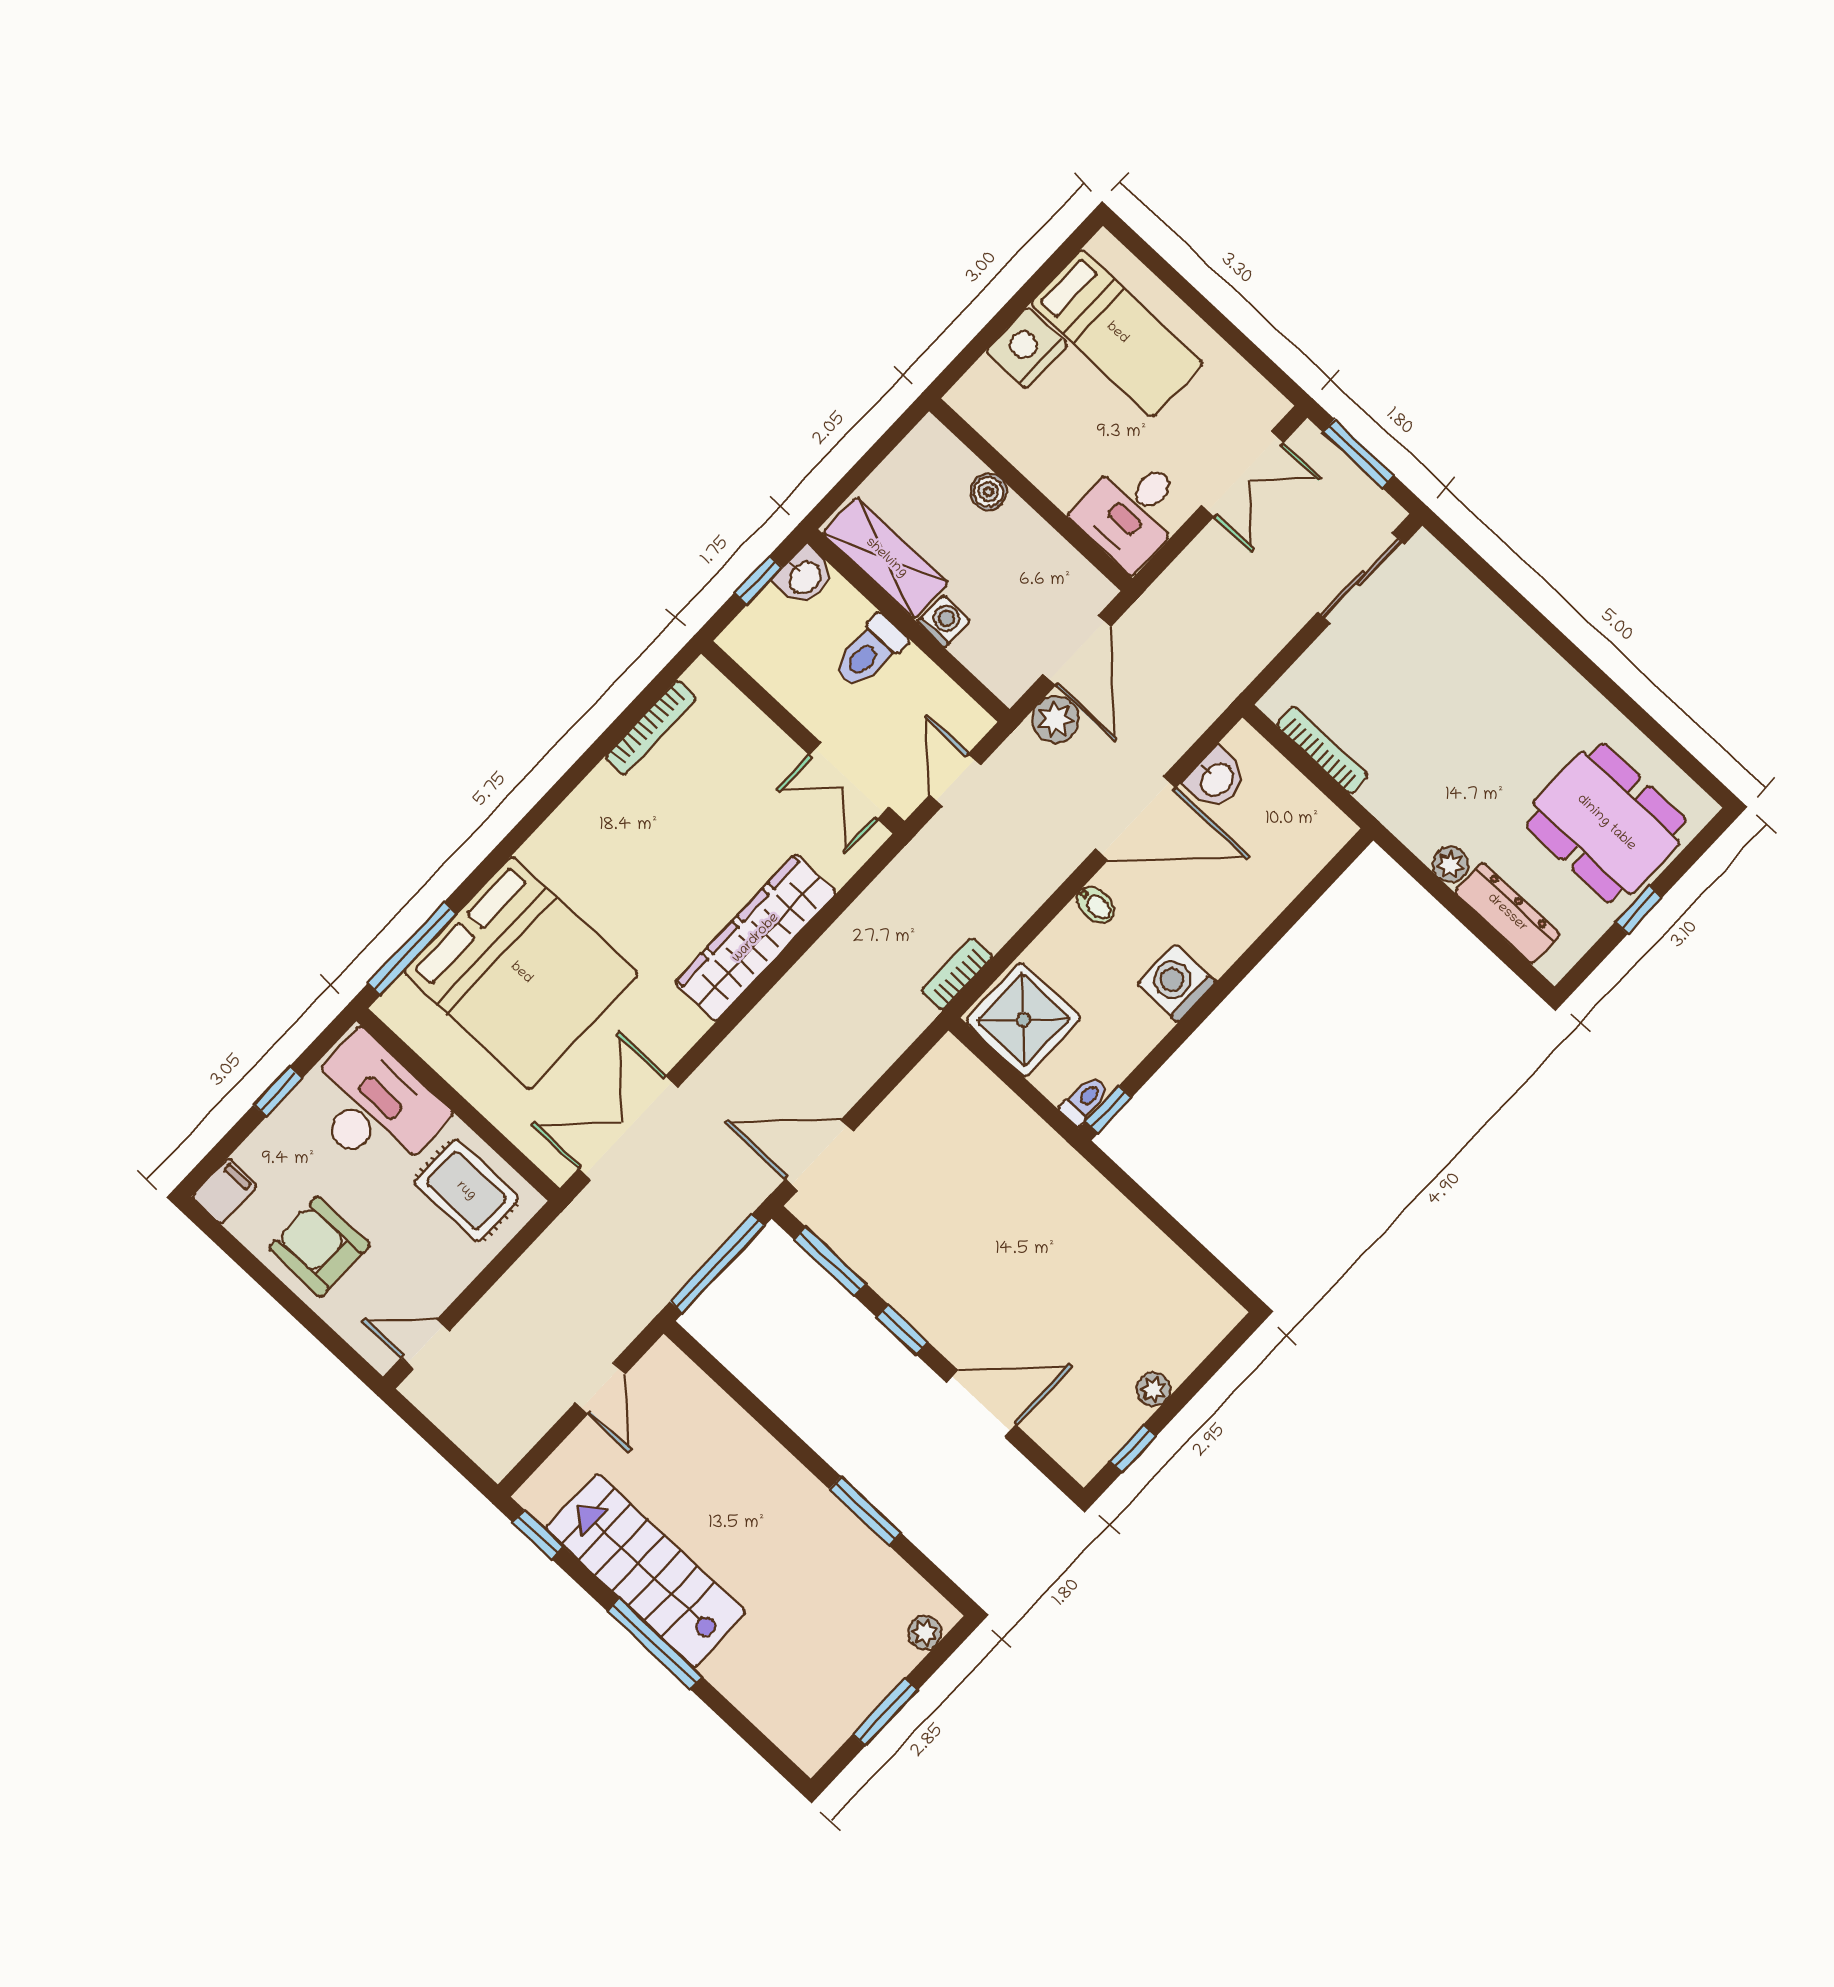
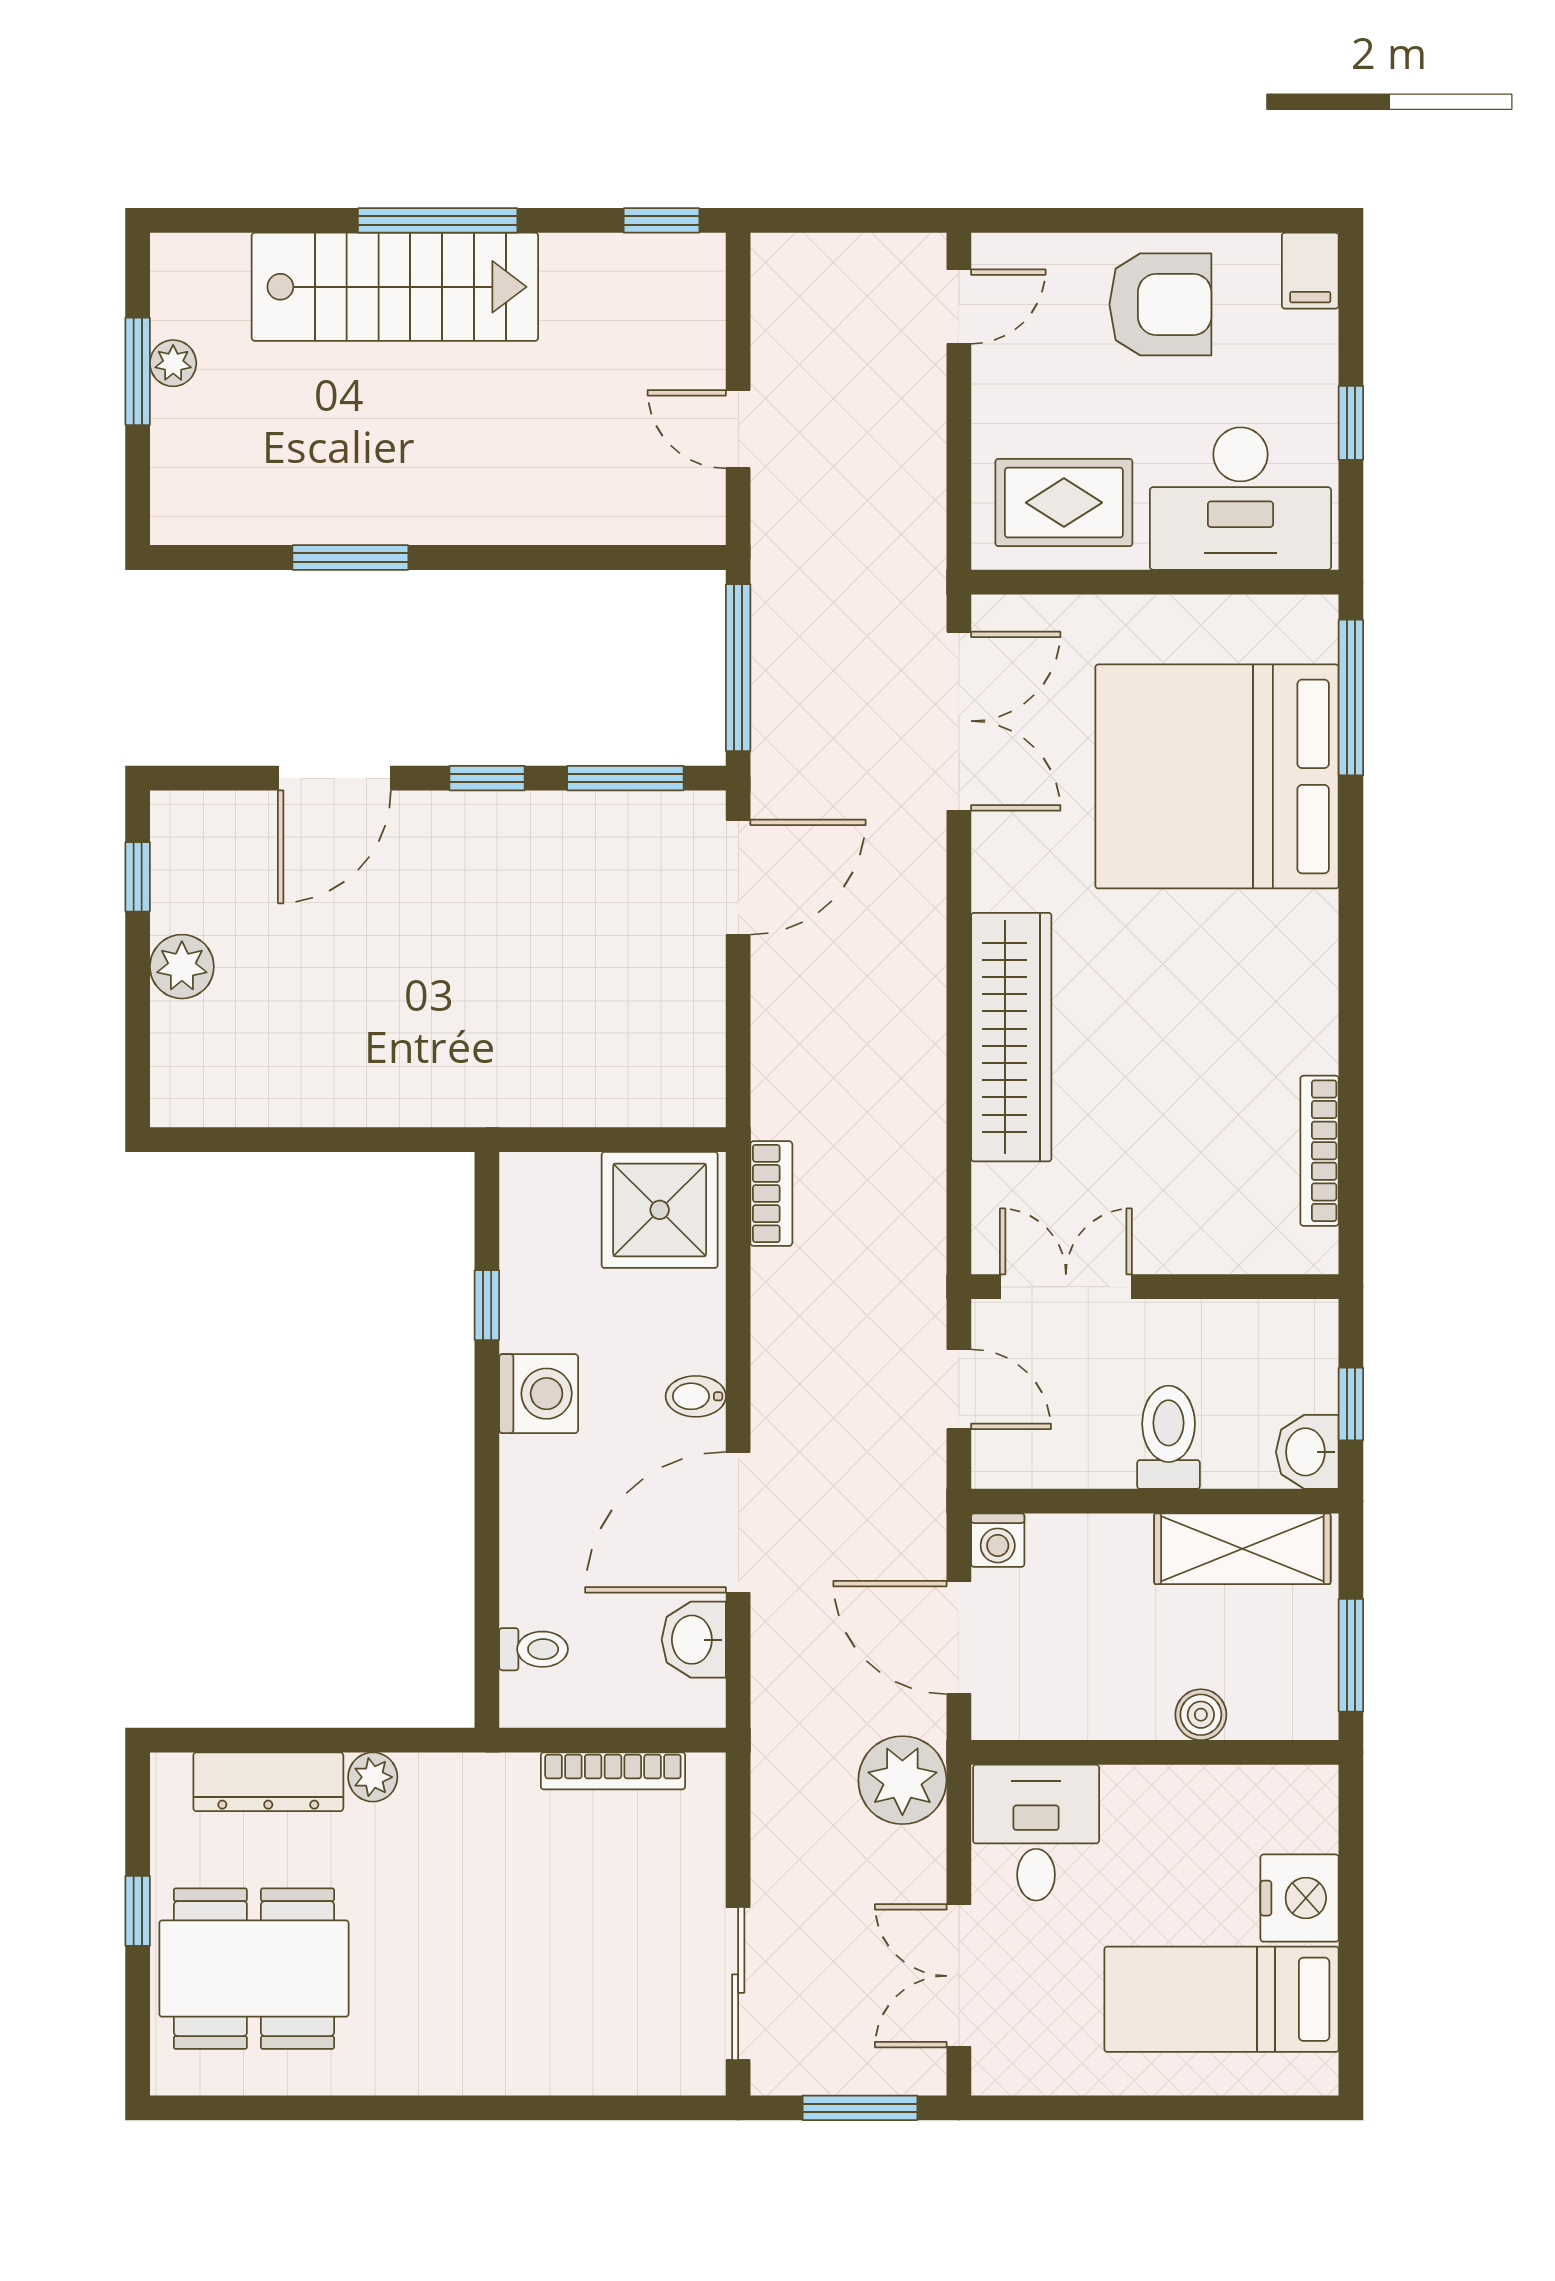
window: (881, 449) -> (1351, 1655), added
washing machine: (944, 621) -> (998, 1540), moved
plant: (1056, 720) -> (902, 1780), moved, width x1.36, depth x1.36
toilet: (1084, 1100) -> (534, 1649), moved, turned -90
window: (1108, 1110) -> (487, 1305), moved
plant: (1154, 1389) -> (182, 967), width x1.38, depth x1.38
stairs: (646, 1571) -> (395, 287), moved
plant: (925, 1633) -> (173, 363), moved

